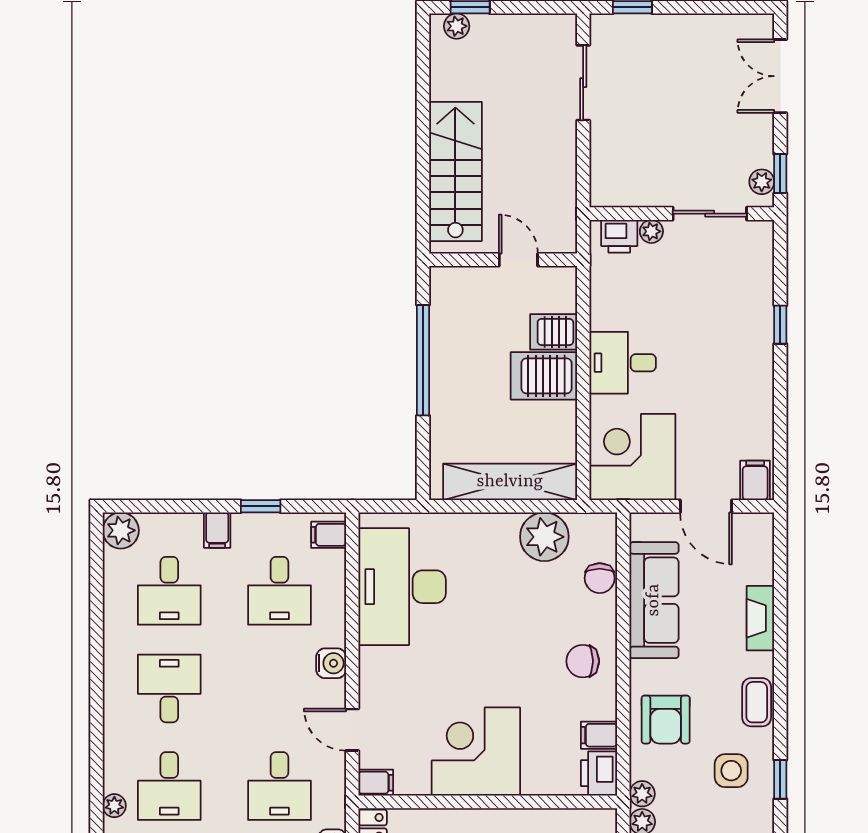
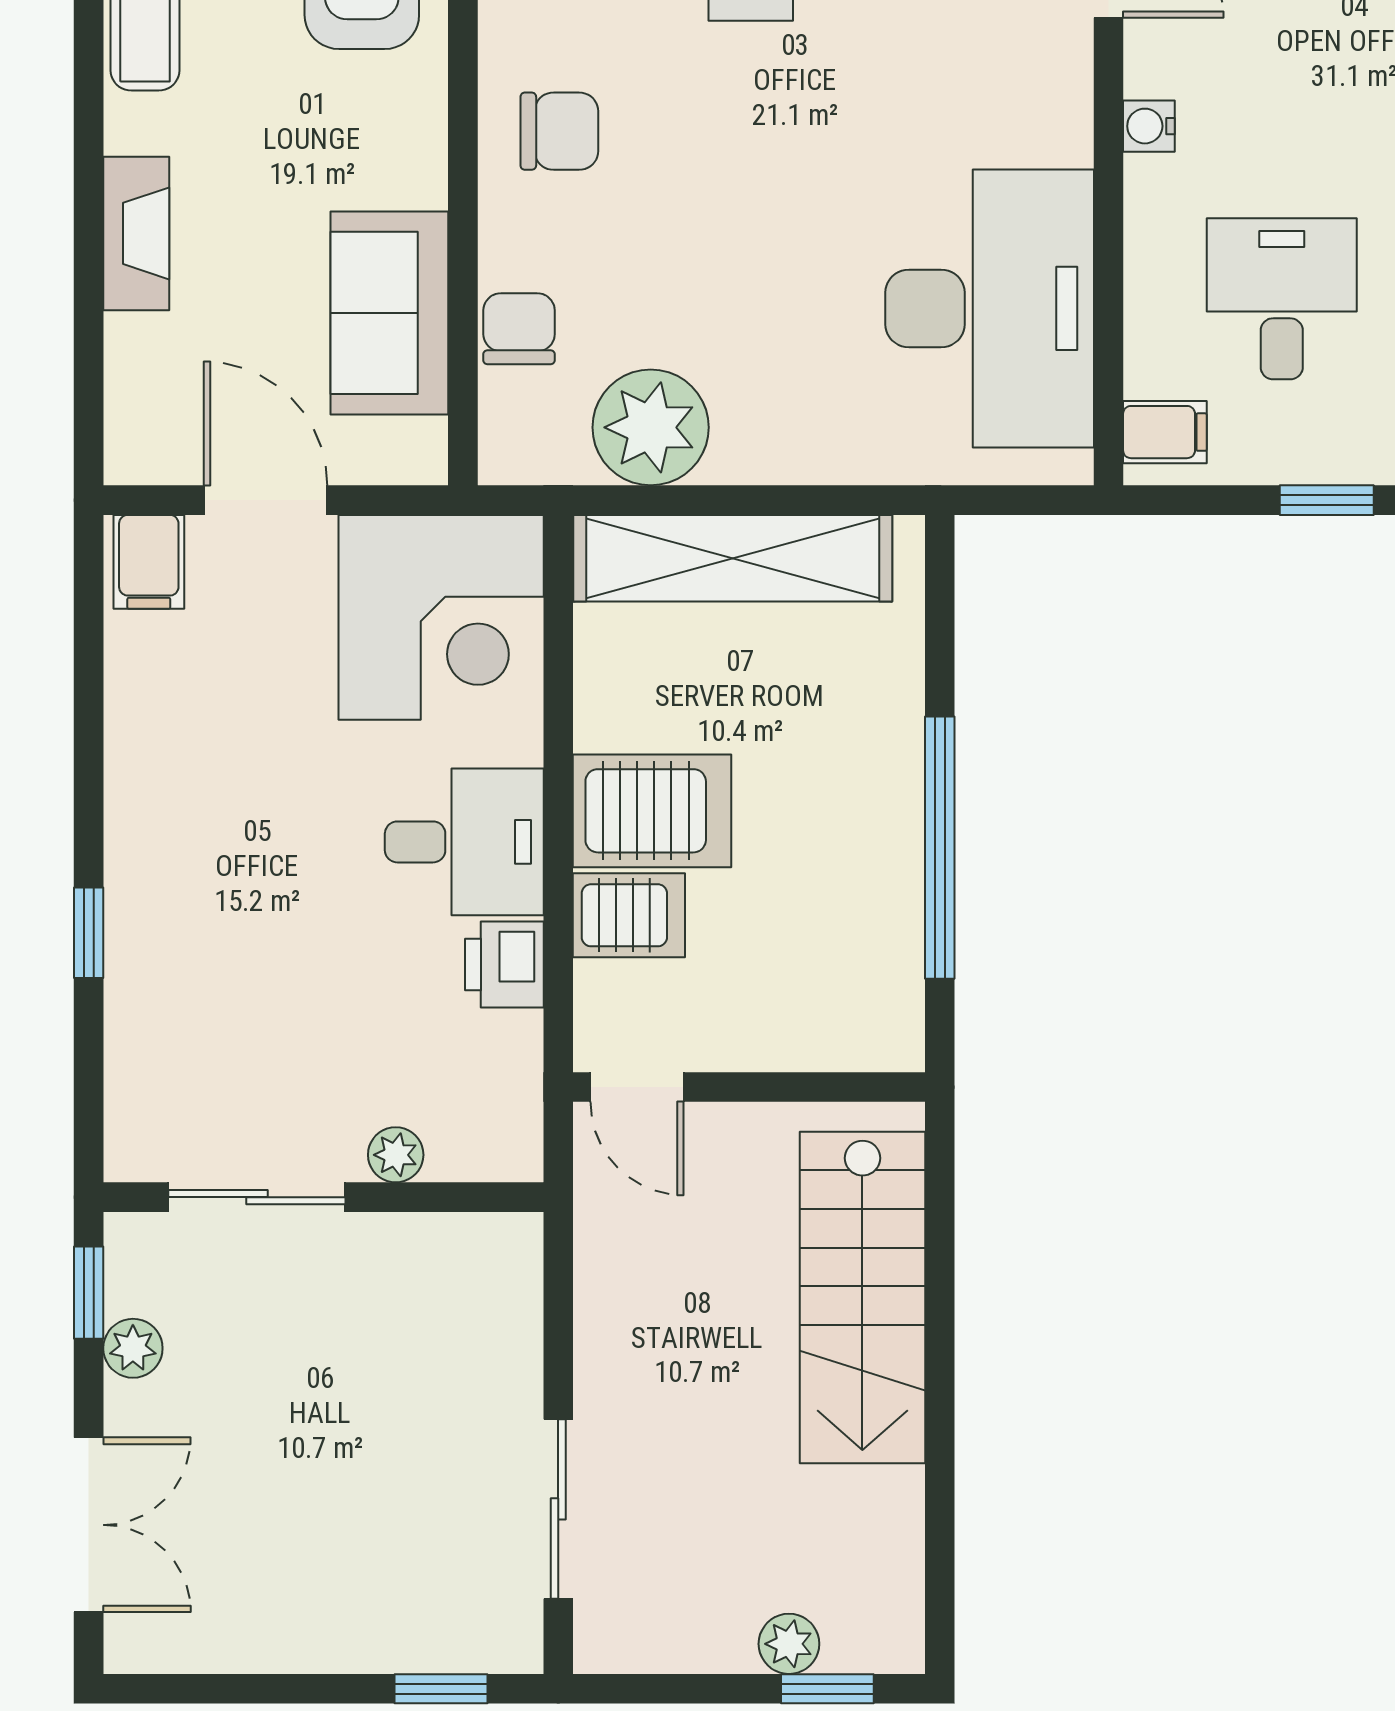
plant: (457, 26) -> (789, 1644), moved
plant: (762, 182) -> (133, 1348), moved
printer: (619, 236) -> (504, 964), moved, turned -90
door: (518, 260) -> (637, 1087), moved
sofa: (654, 600) -> (389, 313), width x0.73
water cooler: (331, 663) -> (1149, 126), width x0.72, depth x0.72

